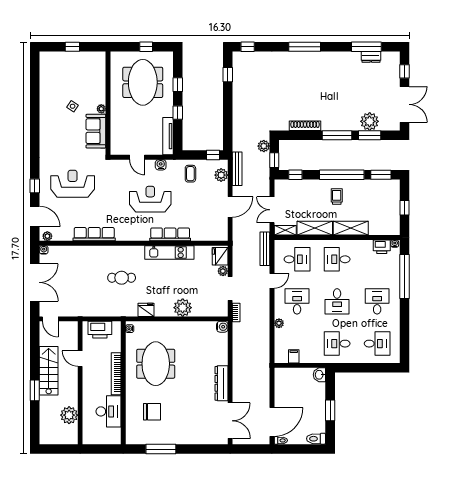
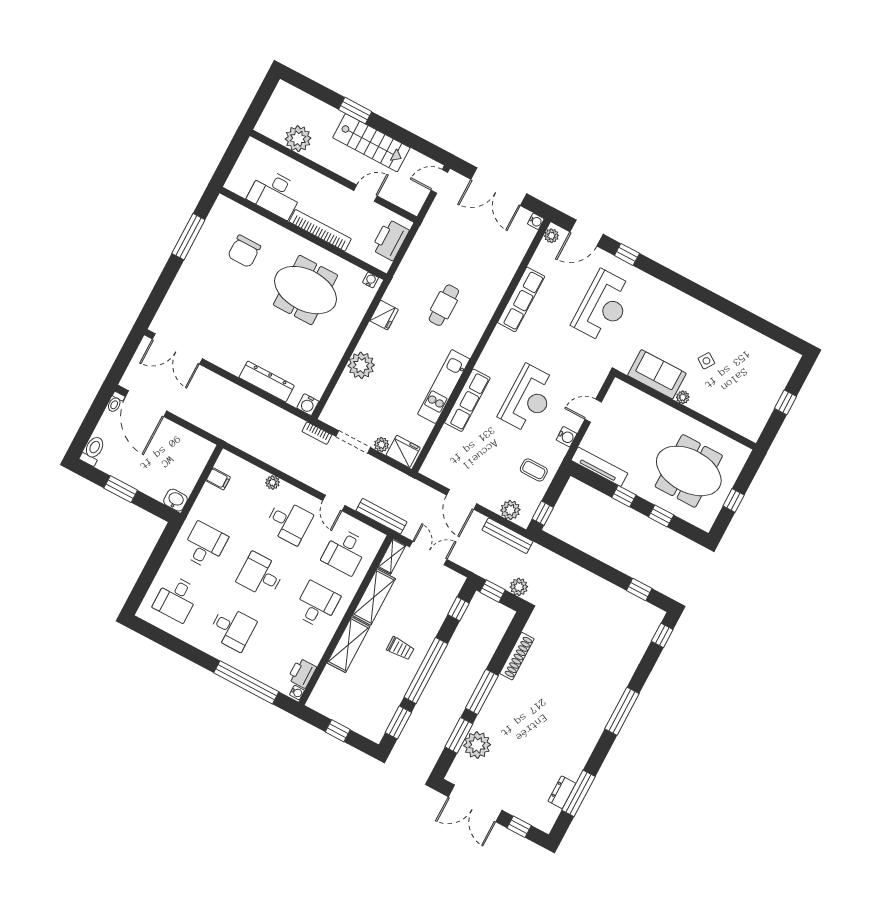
dresser: (222, 383) -> (267, 382), moved

